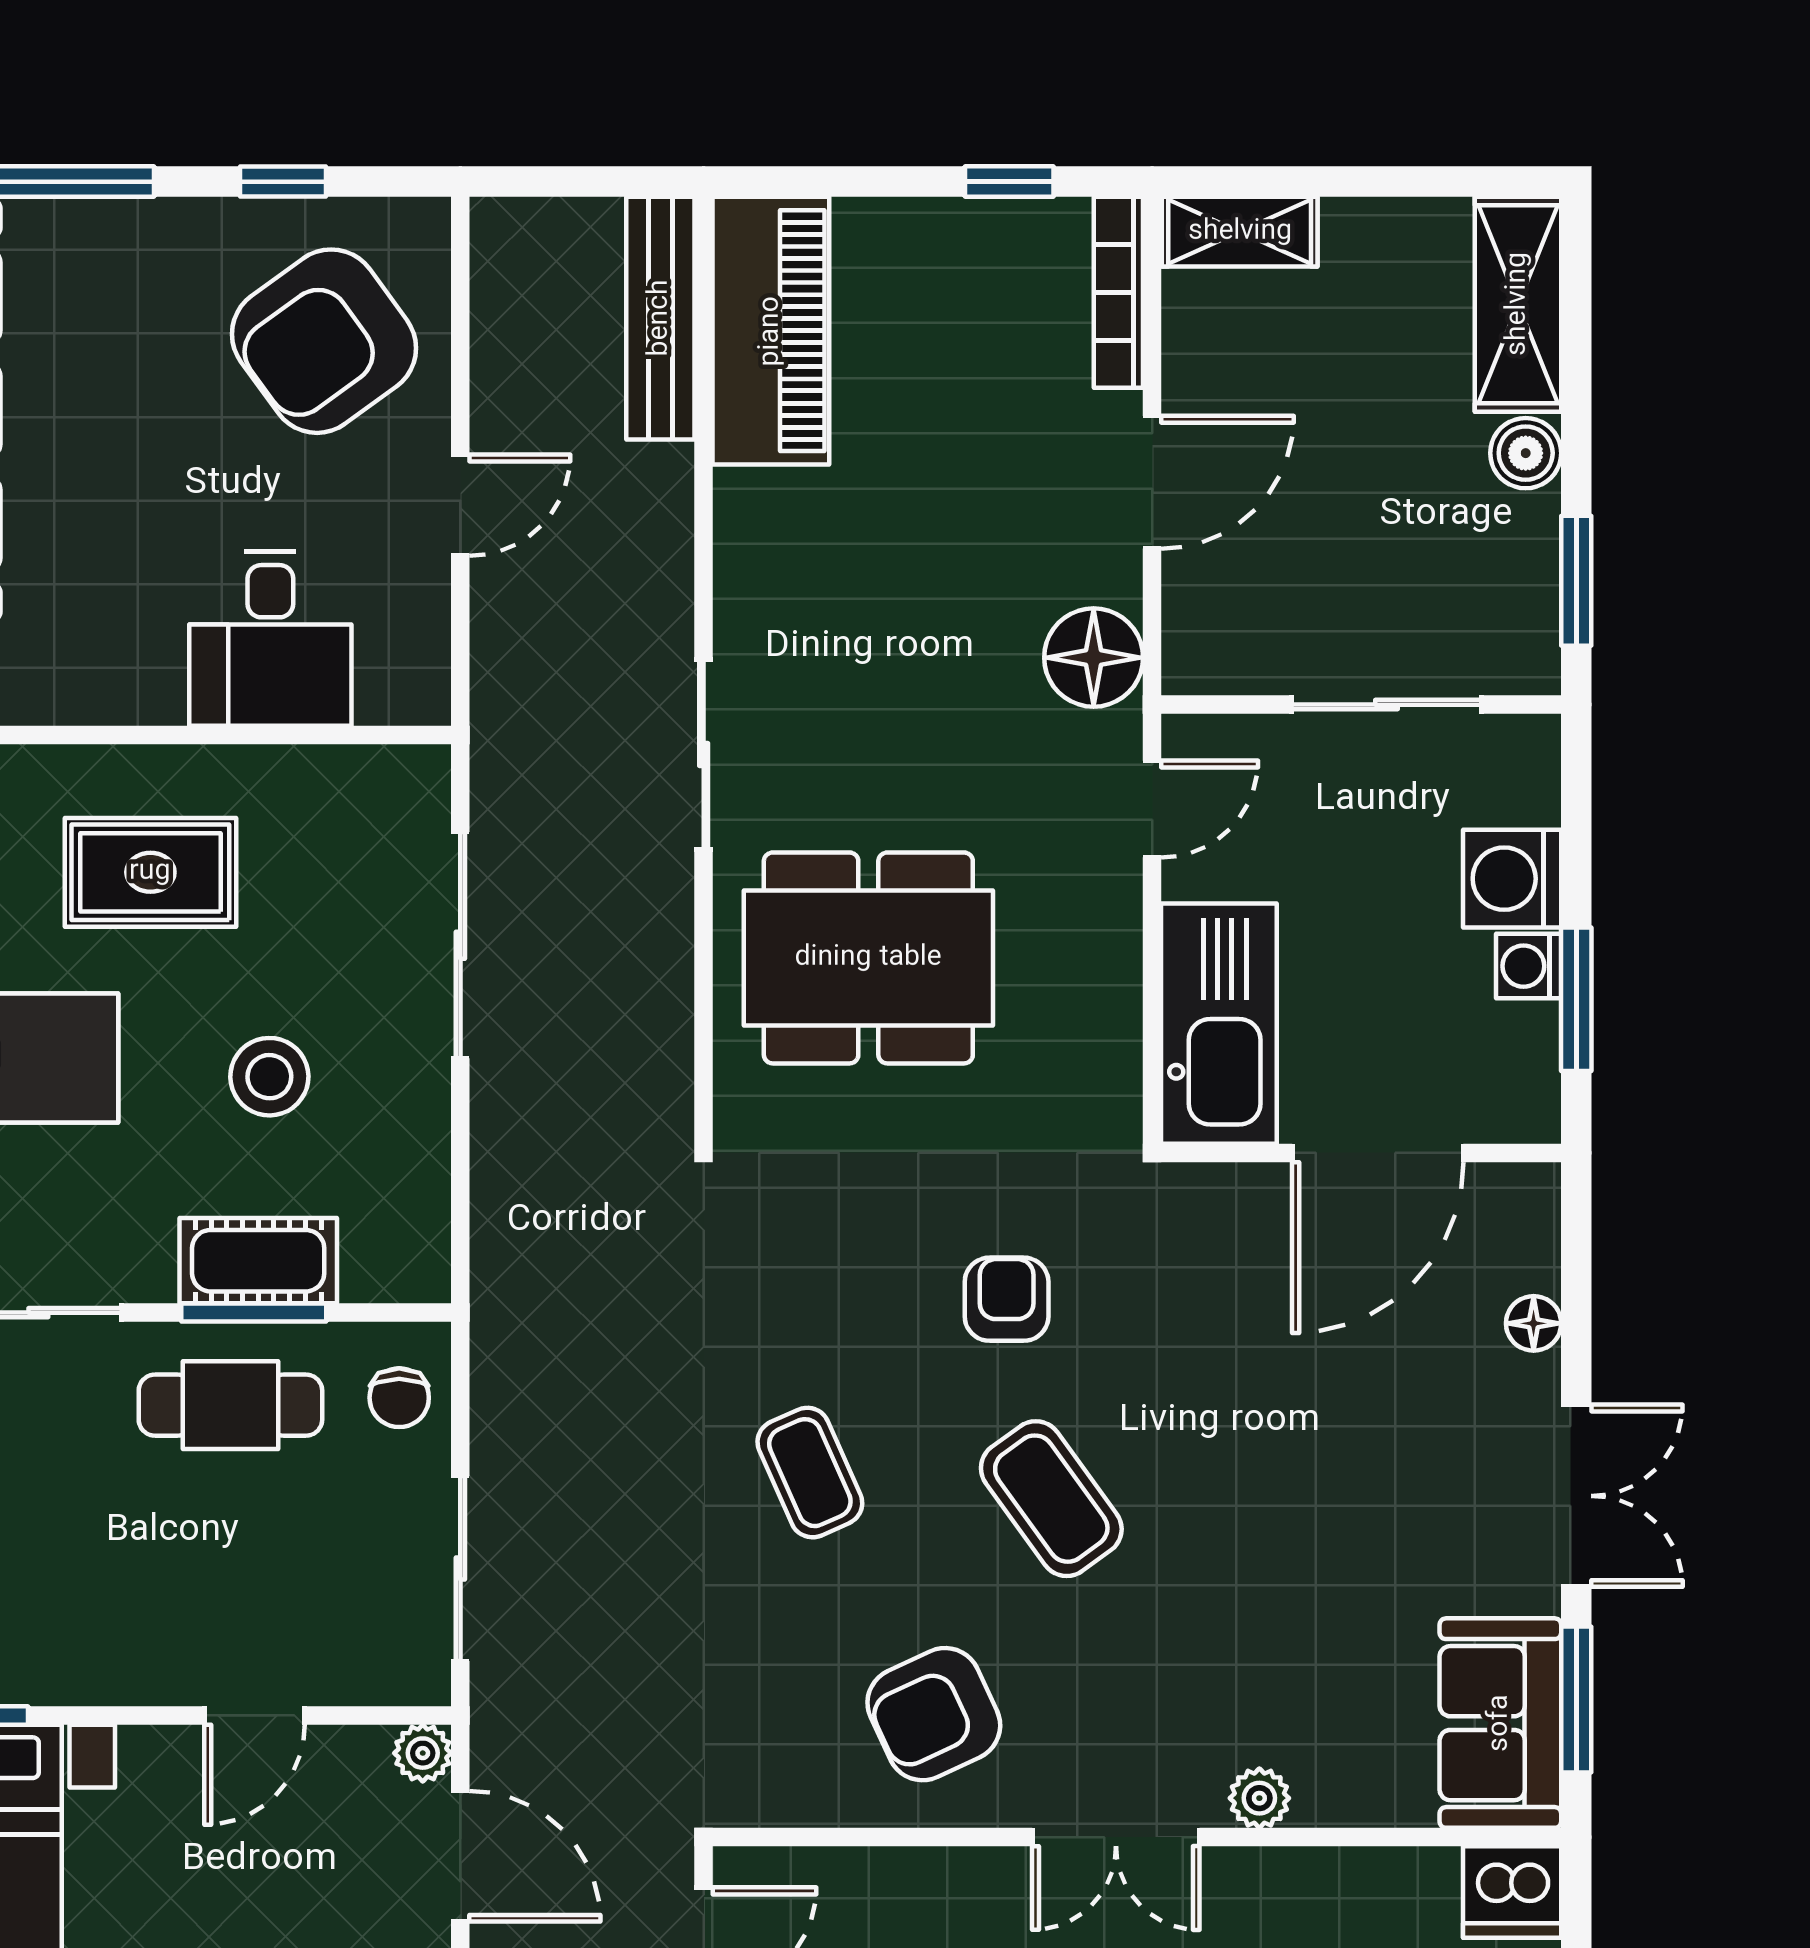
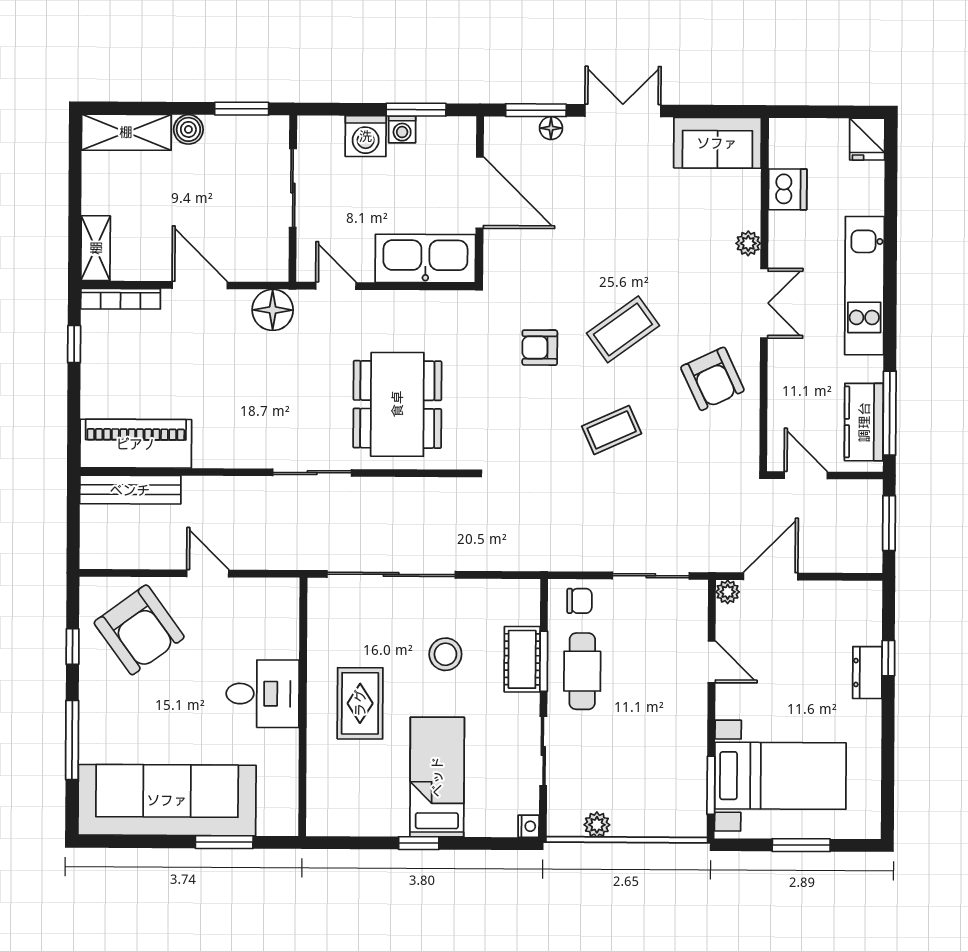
desk: (270, 638) -> (263, 694), moved
sliding door: (460, 945) -> (391, 574), width x1.36
window: (1576, 1700) -> (536, 110), moved
dishwasher: (1512, 1892) -> (788, 189), moved

